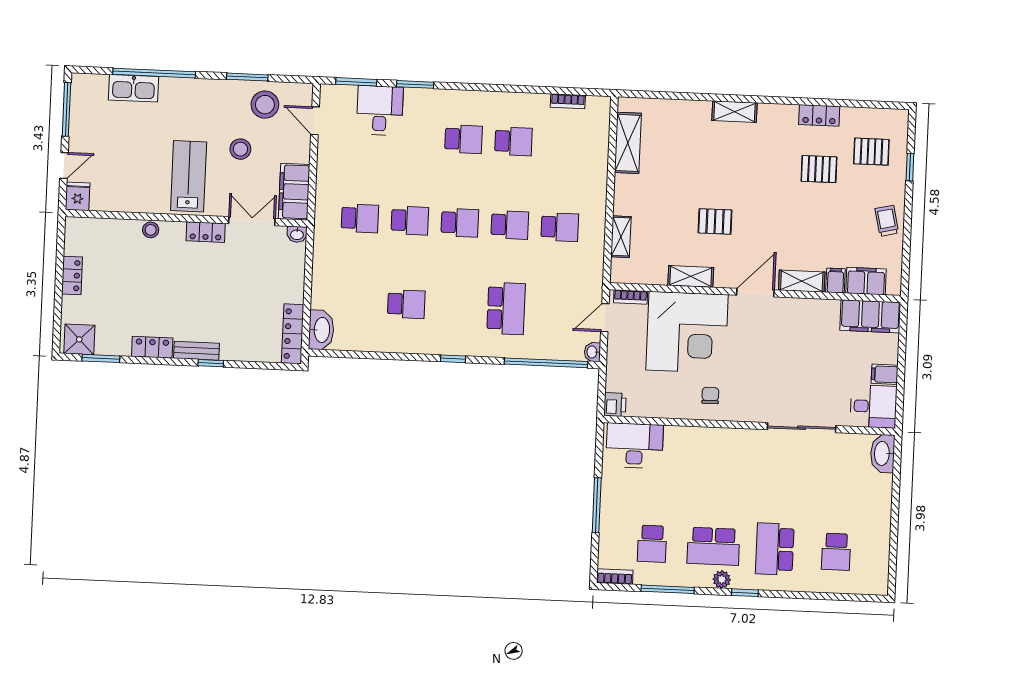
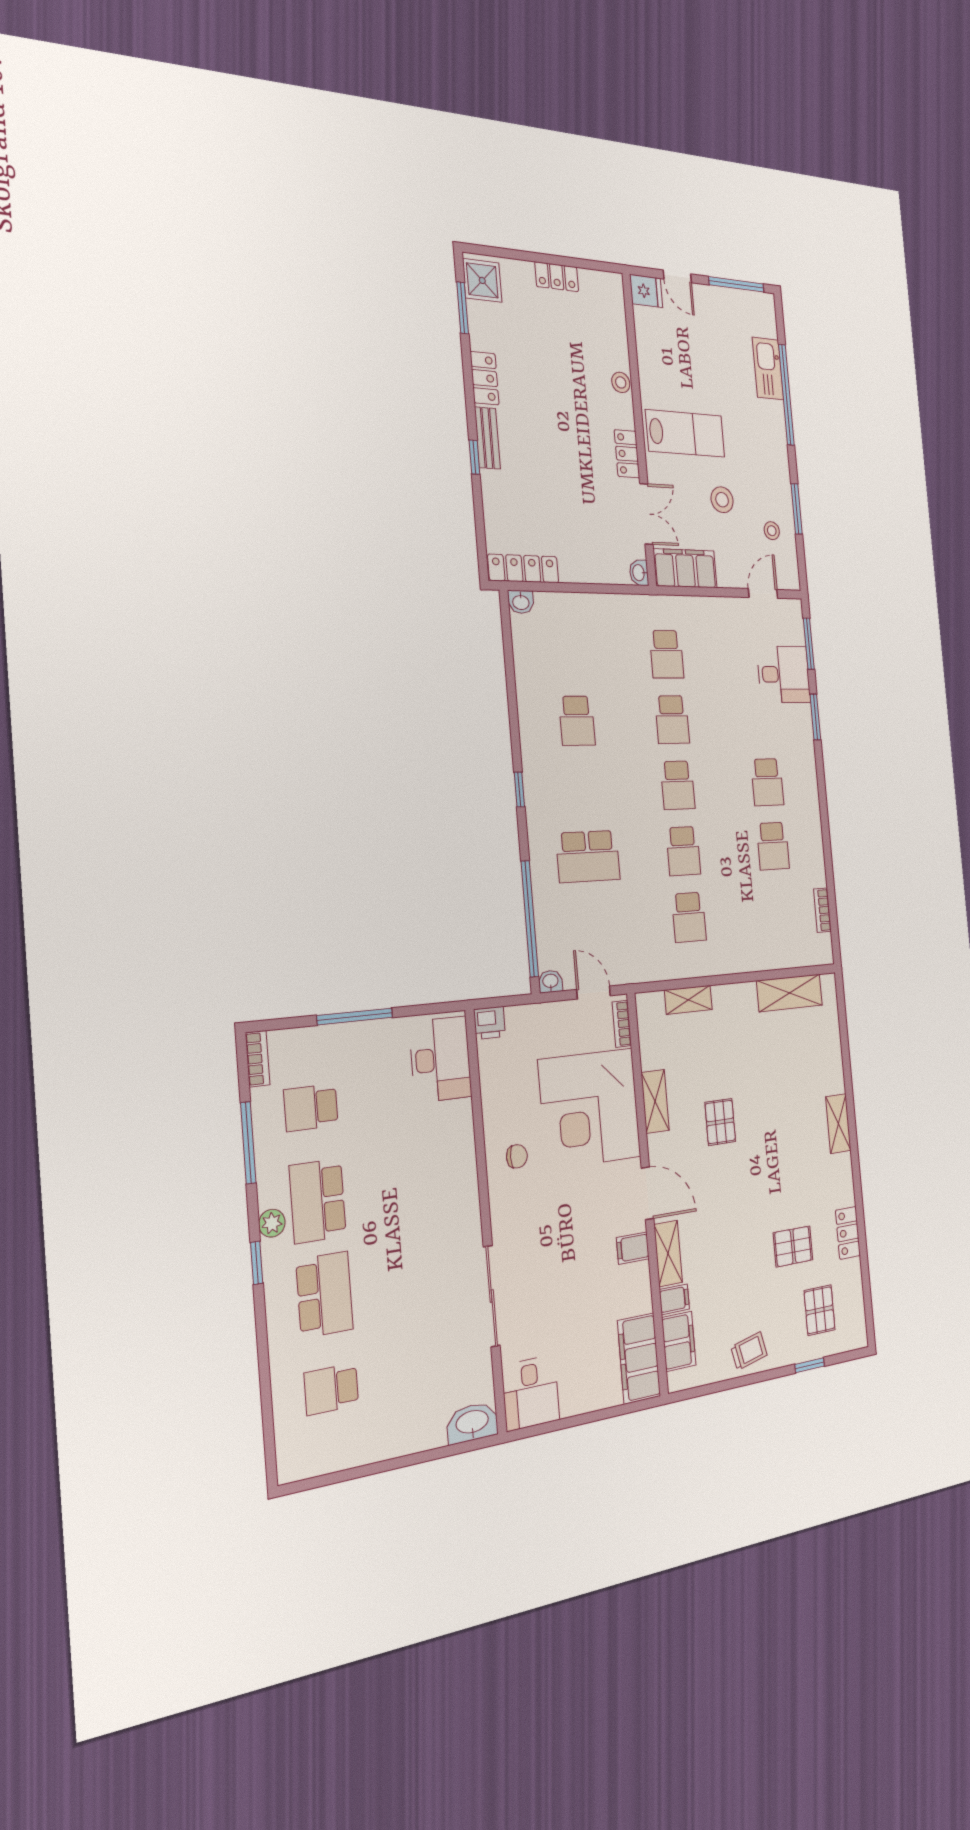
stool: (265, 105) -> (772, 531), width x0.53, depth x0.53
pallet: (819, 169) -> (793, 1246), turned 90
washbasin: (321, 330) -> (521, 602), width x0.52, depth x0.69
filing cabinet: (885, 374) -> (633, 1248), moved, turned -90
school desk: (775, 549) -> (325, 1295), turned 90

